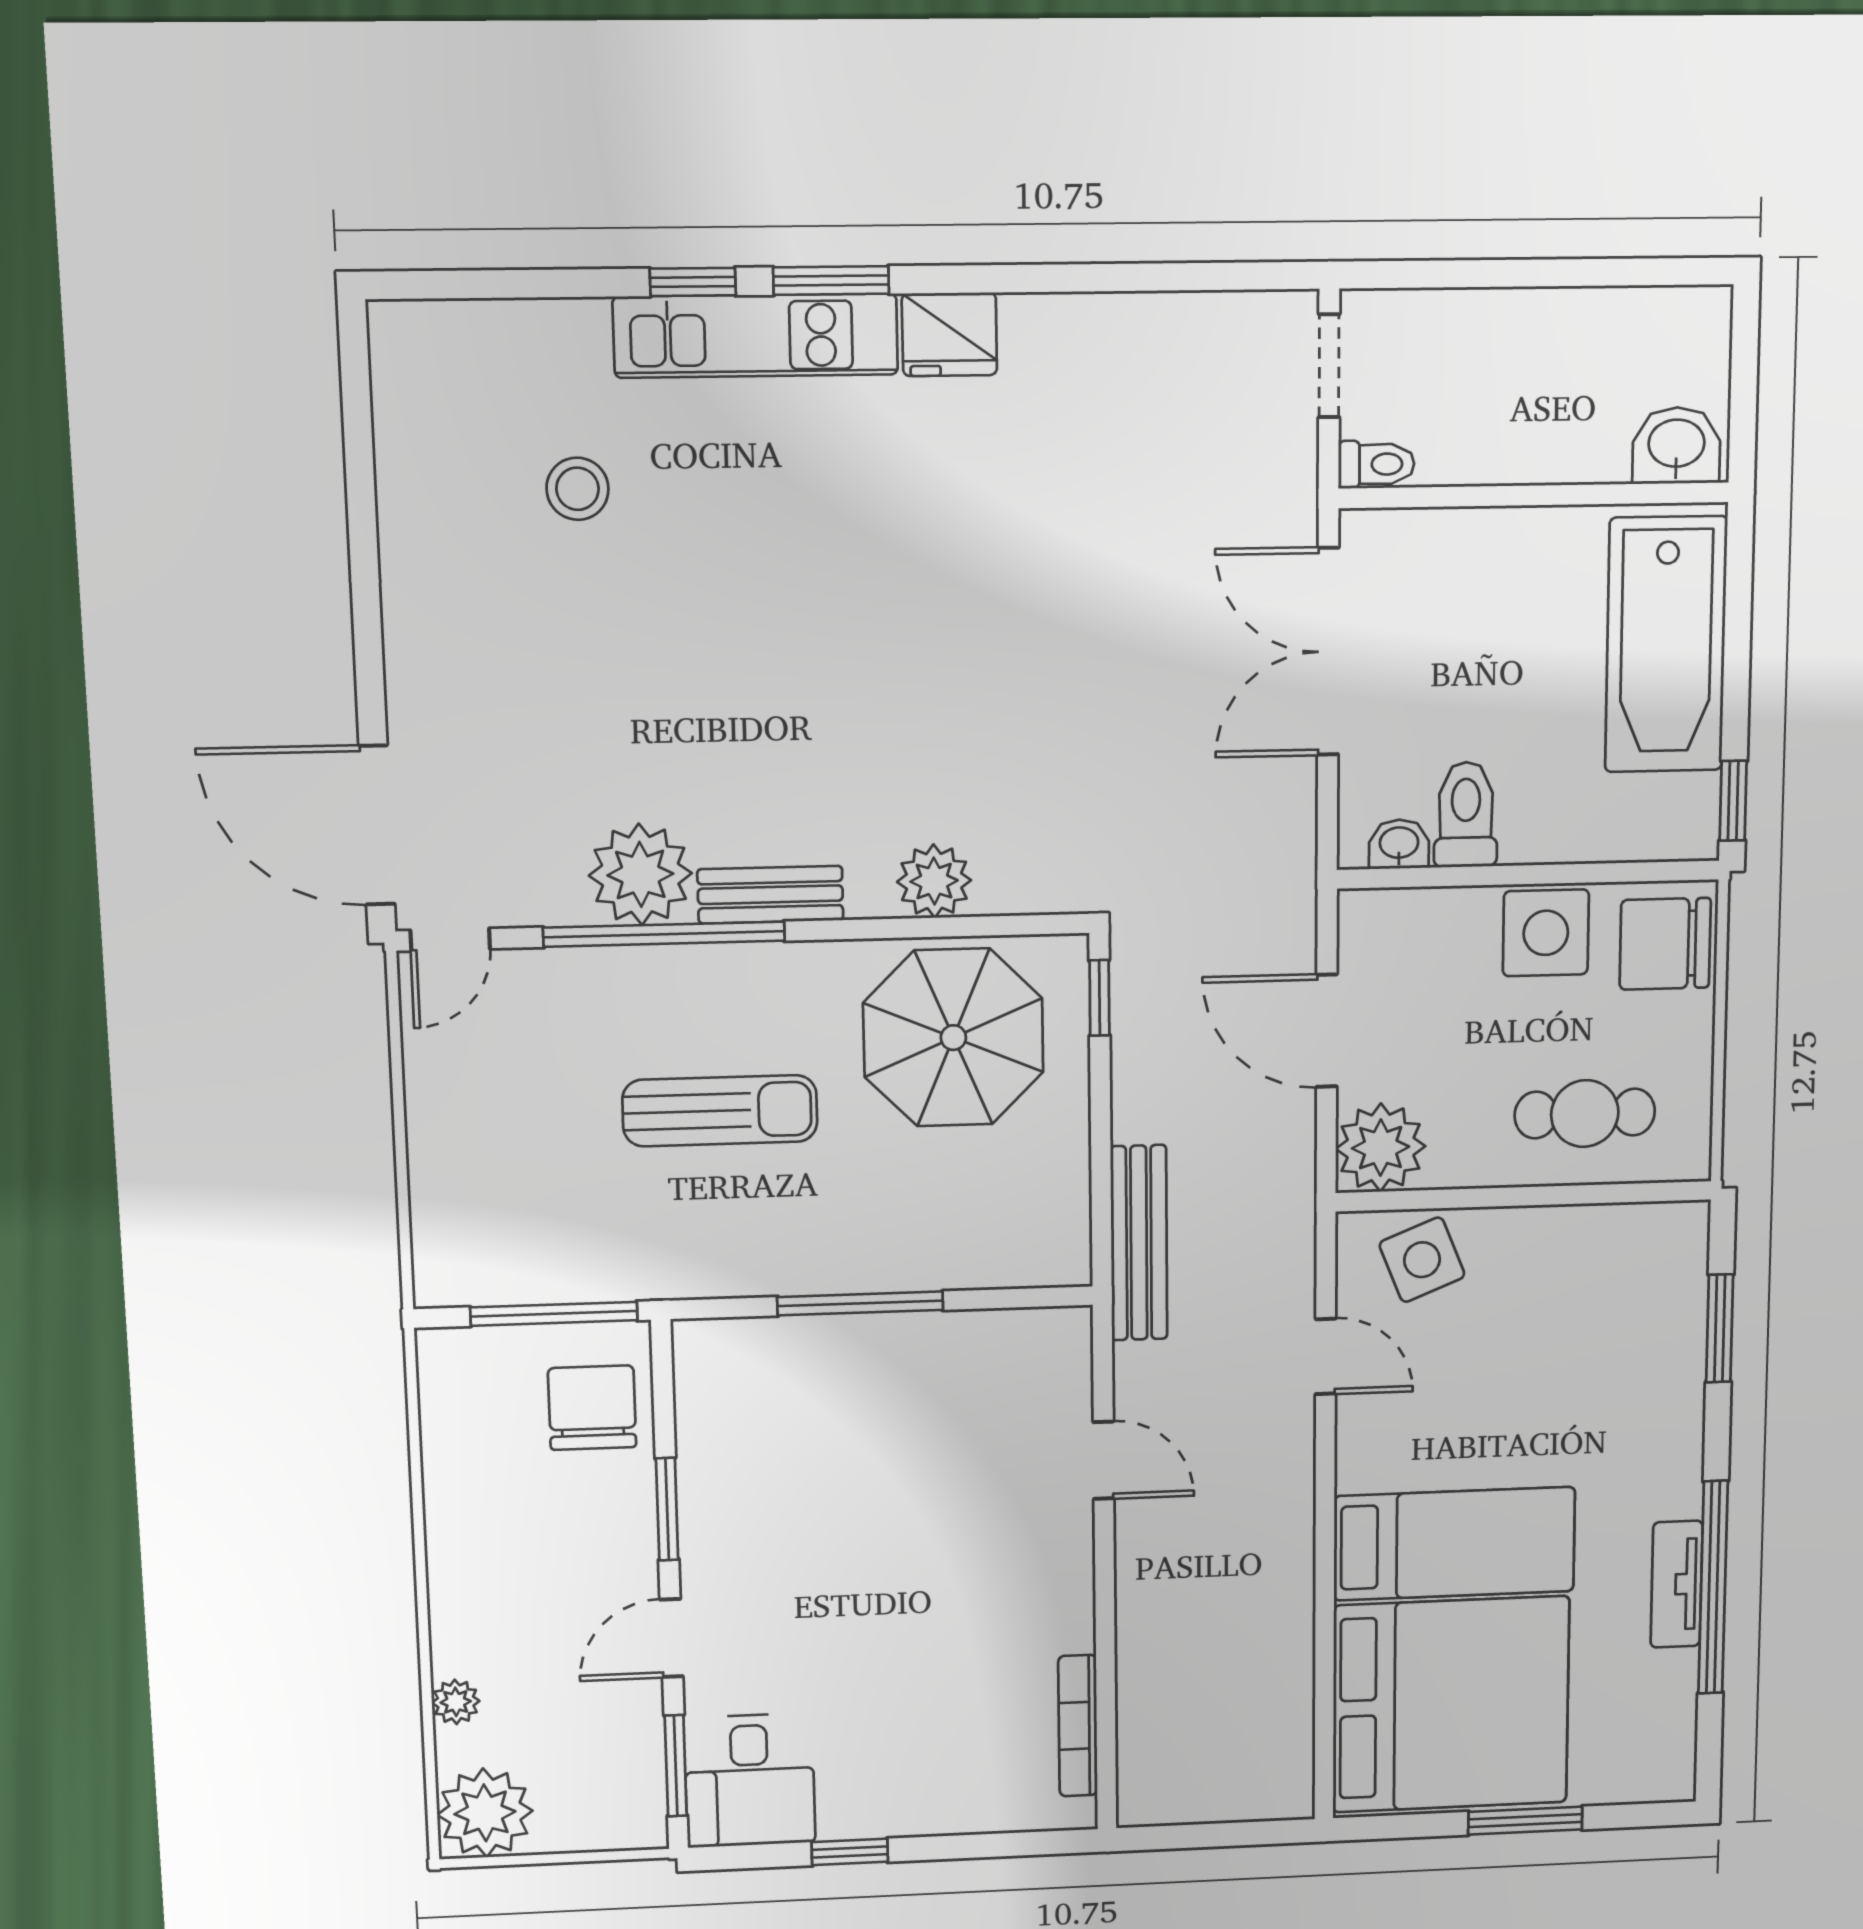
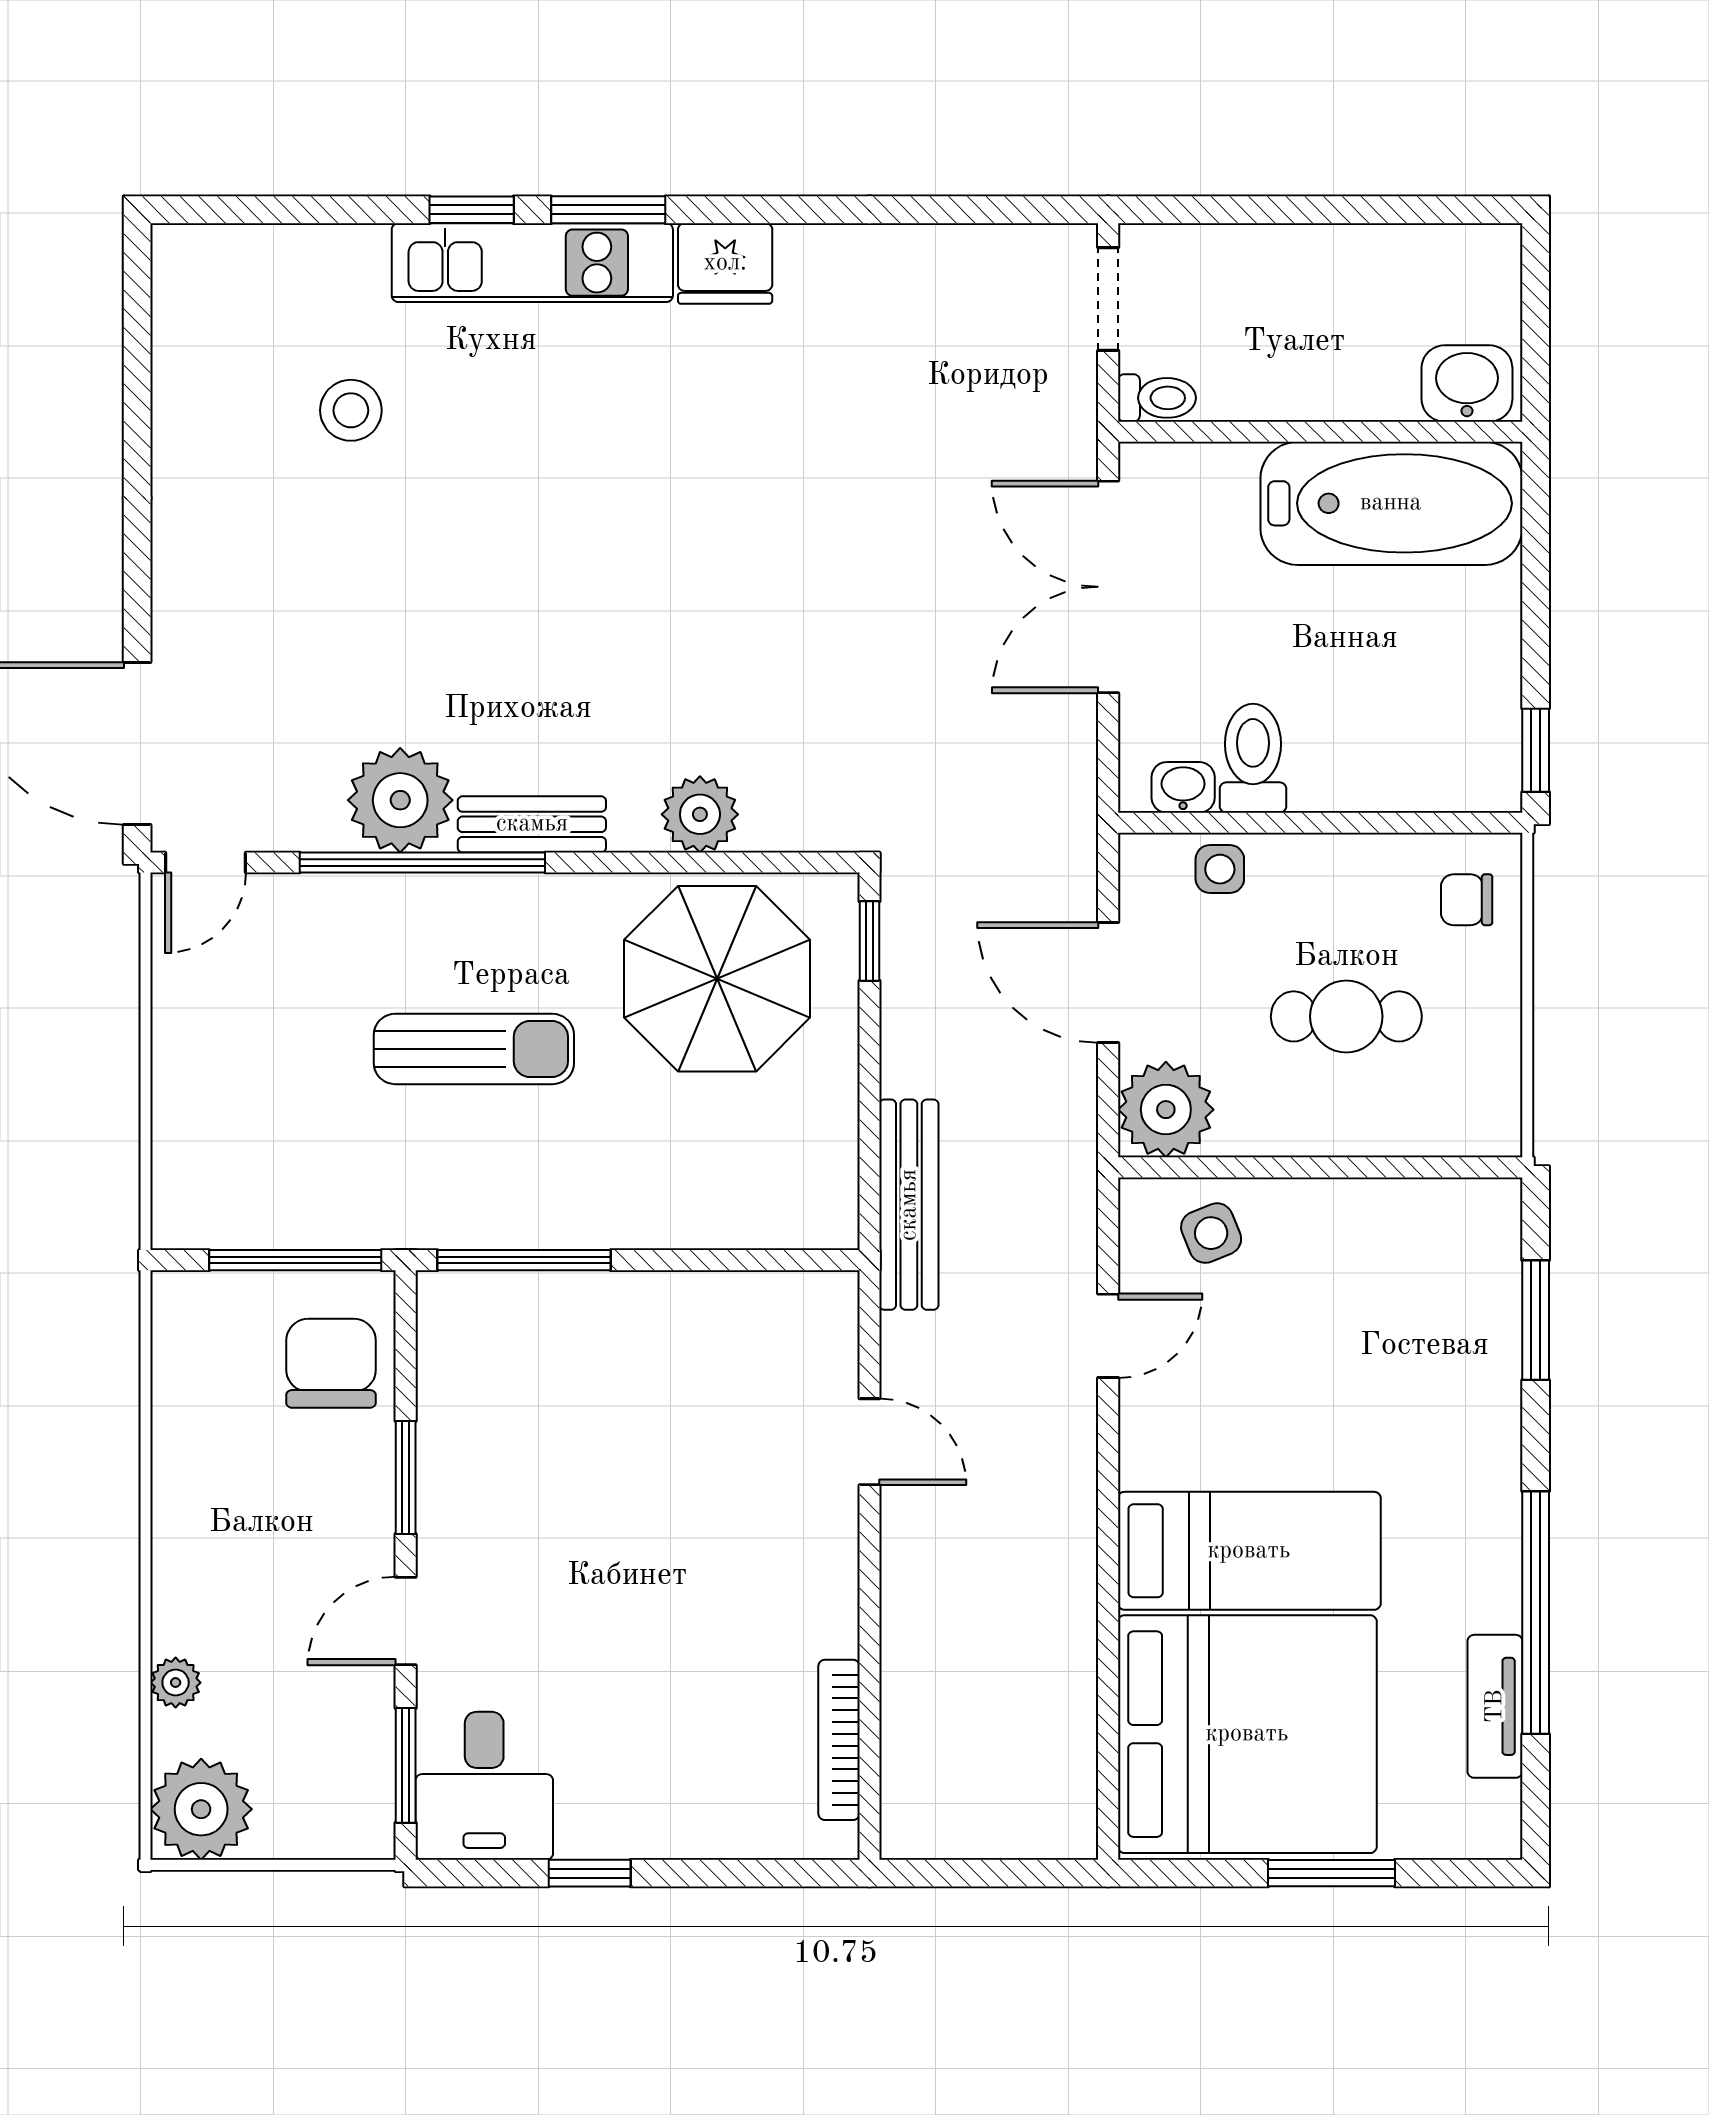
bathtub: (1666, 645) -> (1391, 503), moved, turned -90
side table: (1546, 933) -> (1220, 869), moved, width x0.54, depth x0.54
chair: (1665, 944) -> (1467, 900), width x0.54, depth x0.54
cafe table: (1585, 1114) -> (1346, 1016), moved
side table: (1422, 1260) -> (1211, 1233), width x0.73, depth x0.73
window: (860, 1303) -> (524, 1260), moved
door: (1326, 1356) -> (1108, 1336), hinge flipped
tv unit: (1677, 1584) -> (1495, 1706), moved

